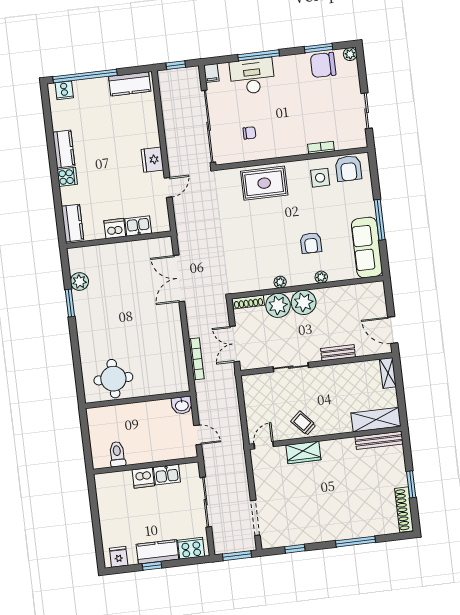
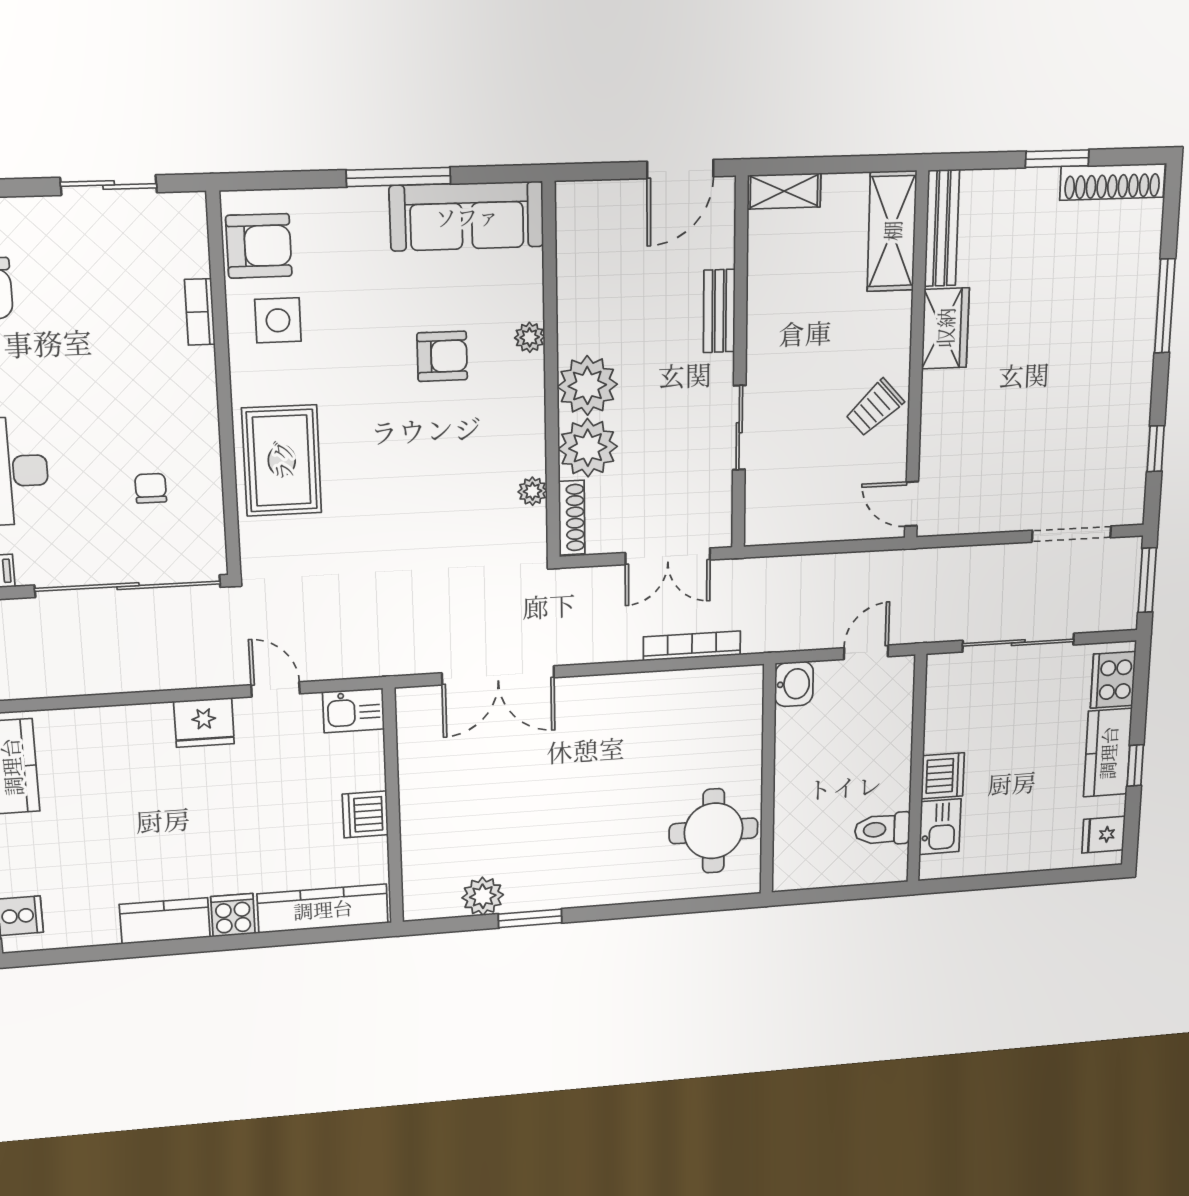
kitchen counter: (73, 223) -> (323, 909), width x1.50
kitchen sink: (138, 226) -> (353, 710), moved, turned -90
plant: (280, 282) -> (532, 491), moved
wardrobe: (303, 452) -> (945, 328), moved
kitchen sink: (167, 475) -> (940, 827), moved

